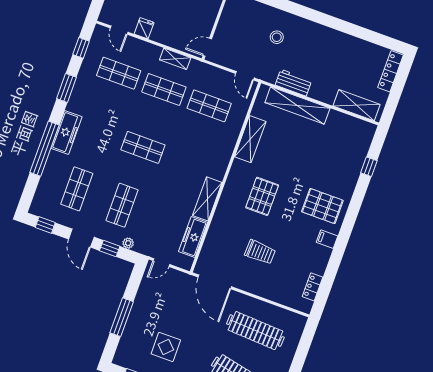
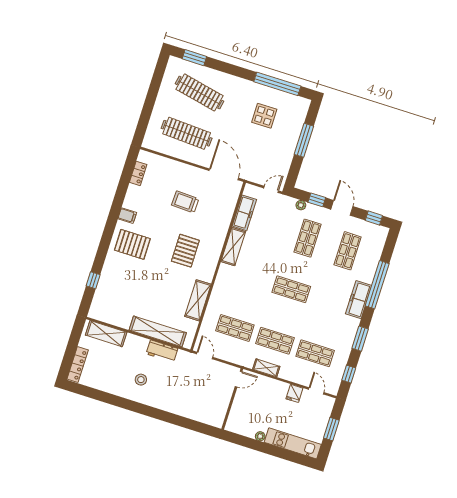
stool: (277, 37) -> (141, 380), moved

